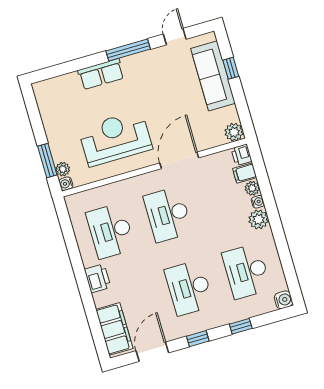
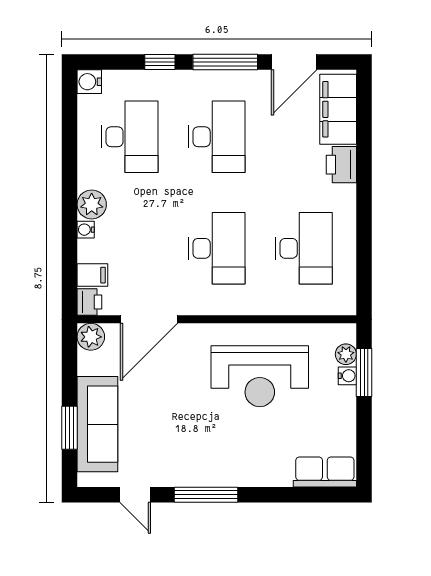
door: (175, 37) -> (135, 495), hinge flipped
window: (231, 68) -> (70, 428), width x1.50
row of seats: (101, 74) -> (325, 472), moved
door: (179, 160) -> (149, 319), moved
water cooler: (66, 184) -> (347, 376), moved
plant: (252, 188) -> (88, 251), removed
printer: (98, 278) -> (341, 165), moved
window: (198, 339) -> (225, 62), width x2.17

